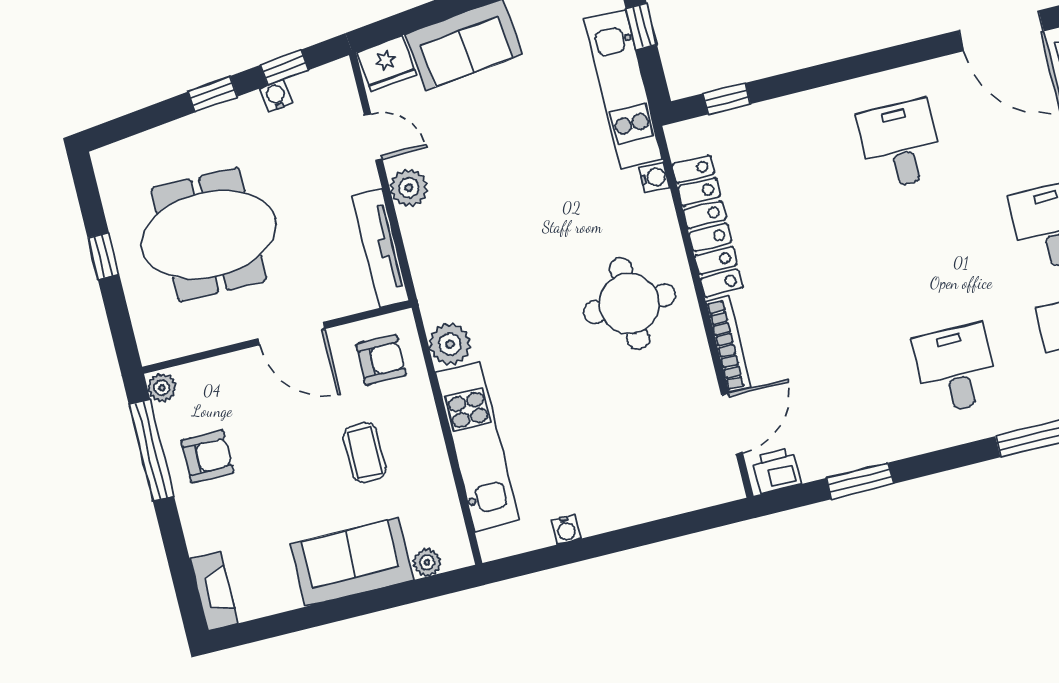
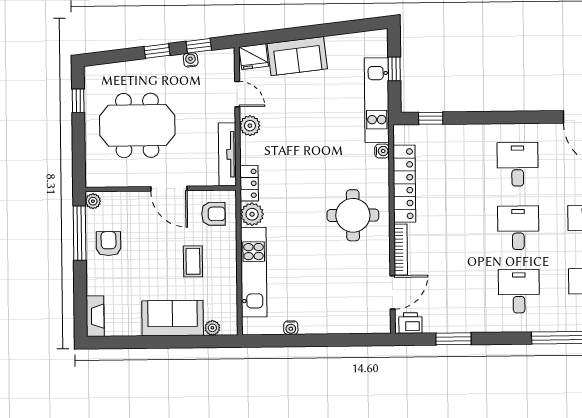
window: (103, 256) -> (78, 101), moved
desk: (928, 256) -> (518, 228), added
locker: (432, 290) -> (249, 183), added
armchair: (207, 457) -> (109, 244), turned -90

